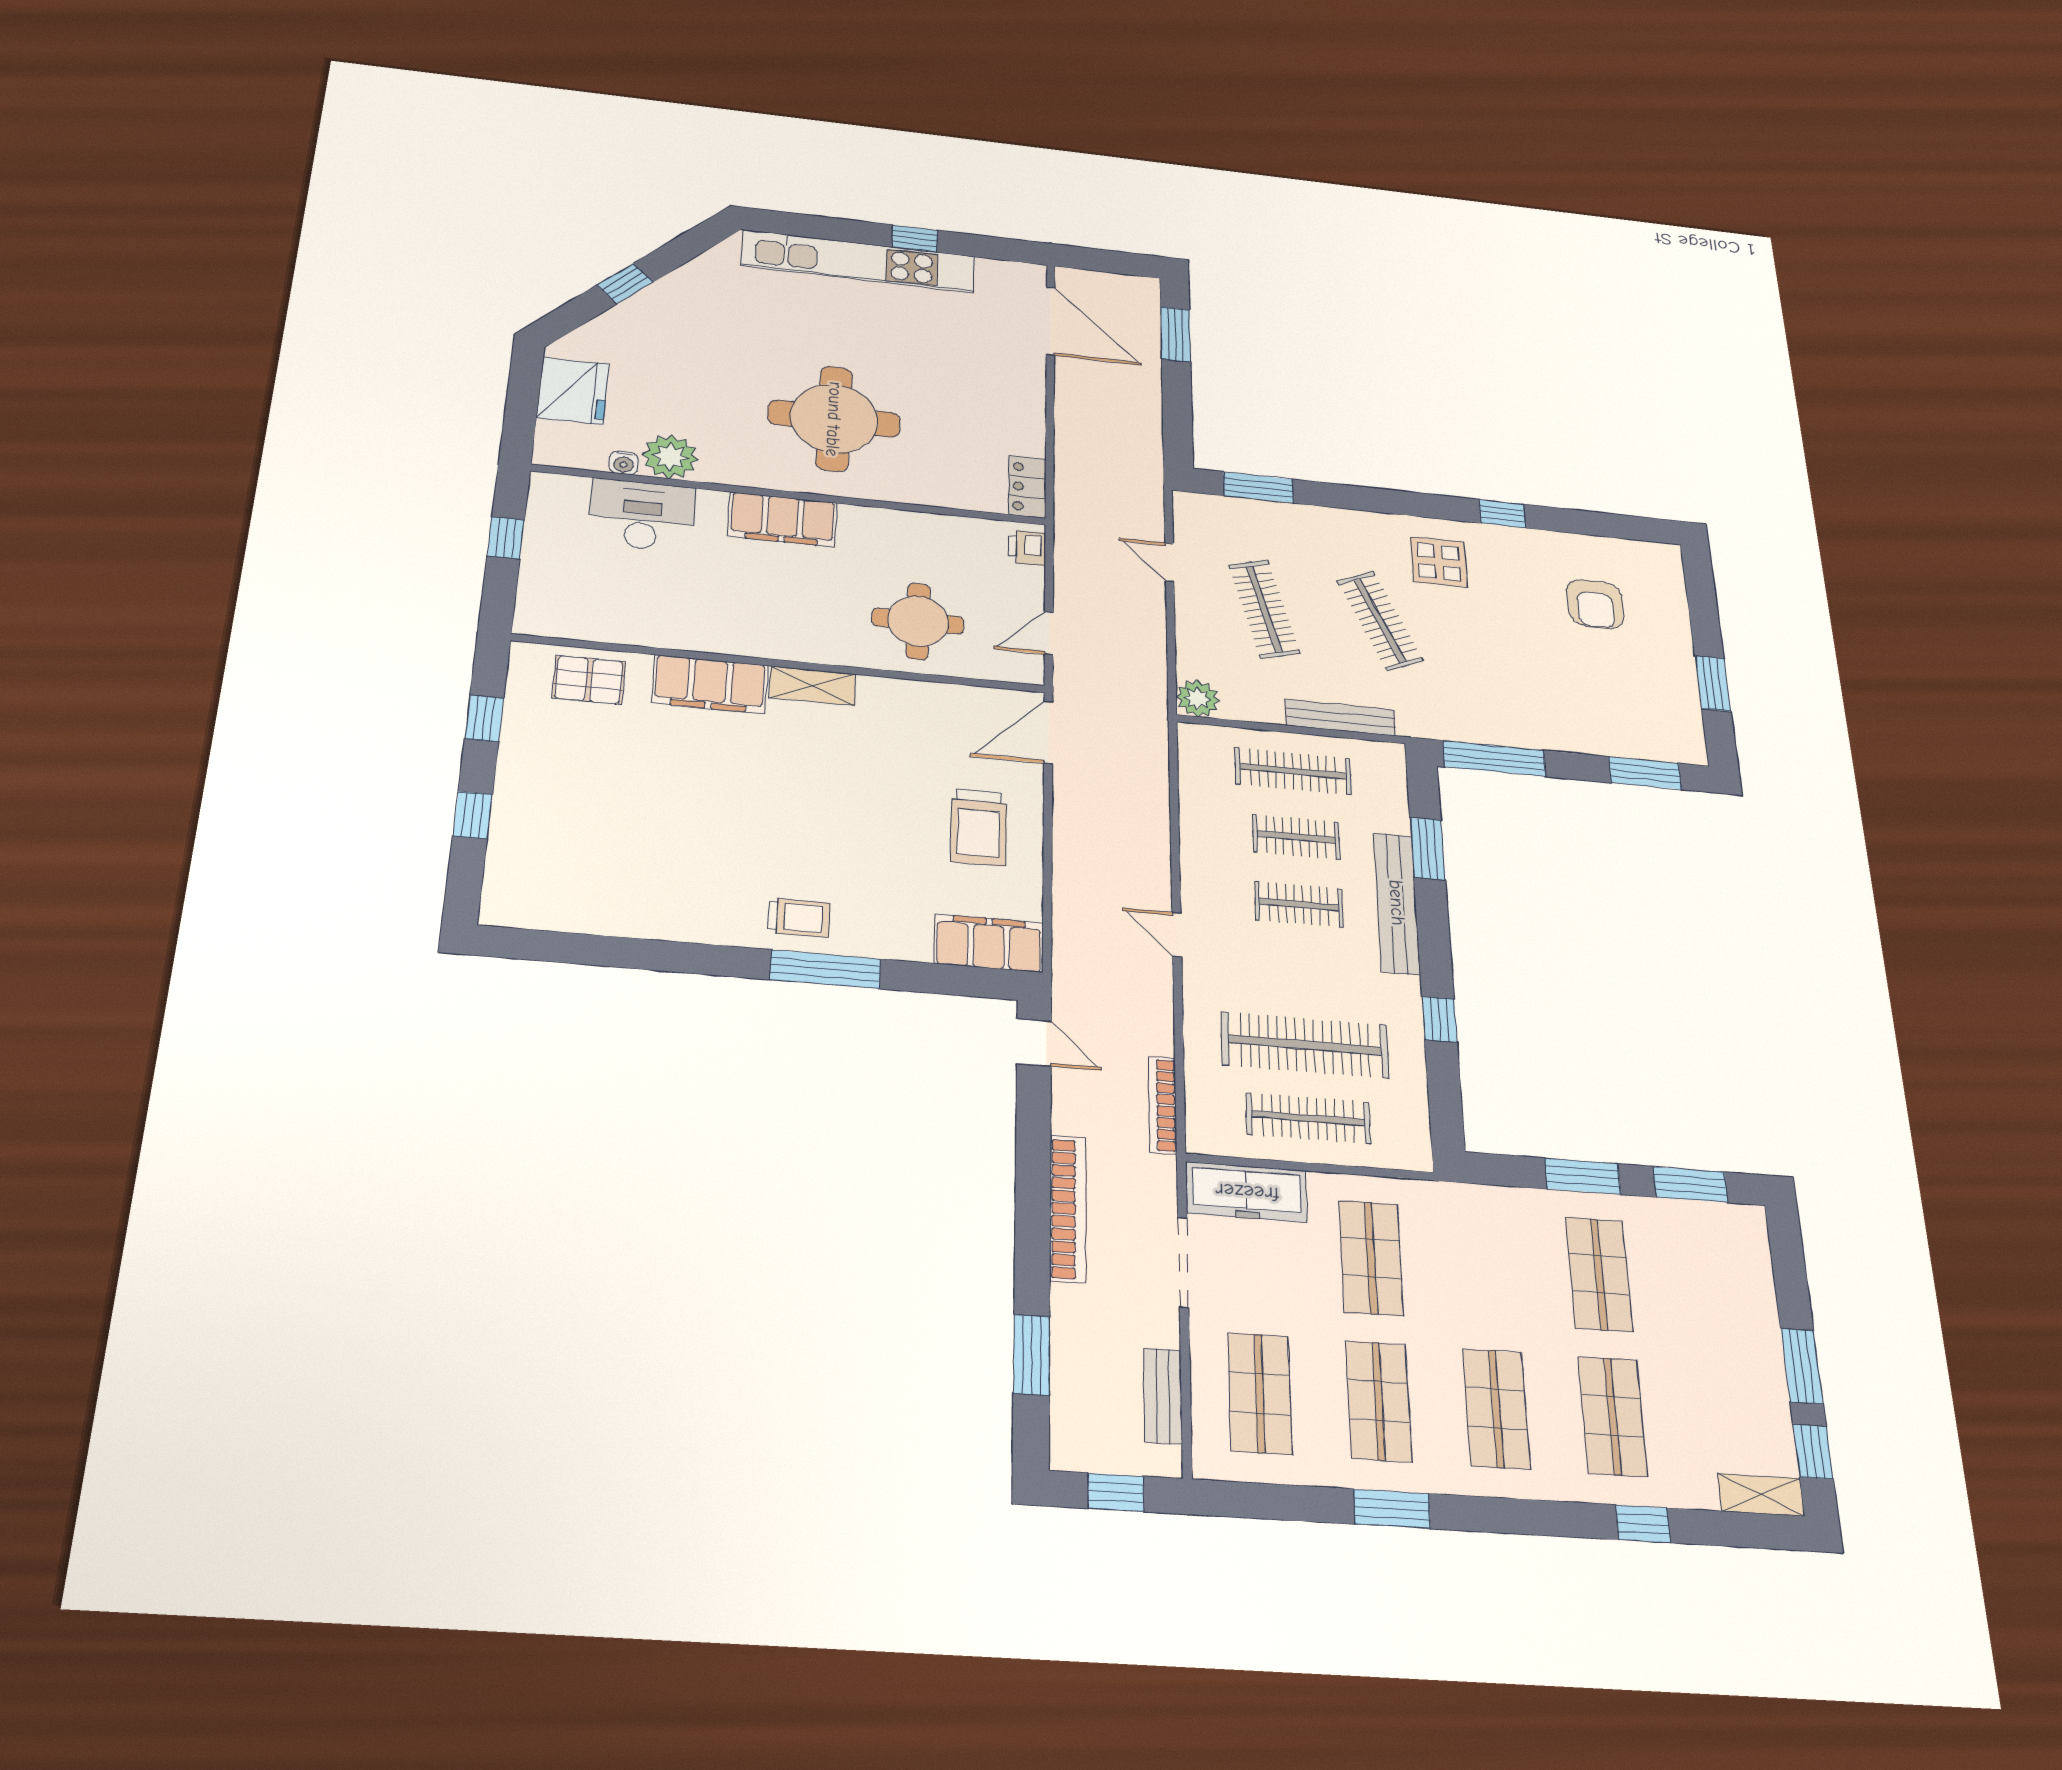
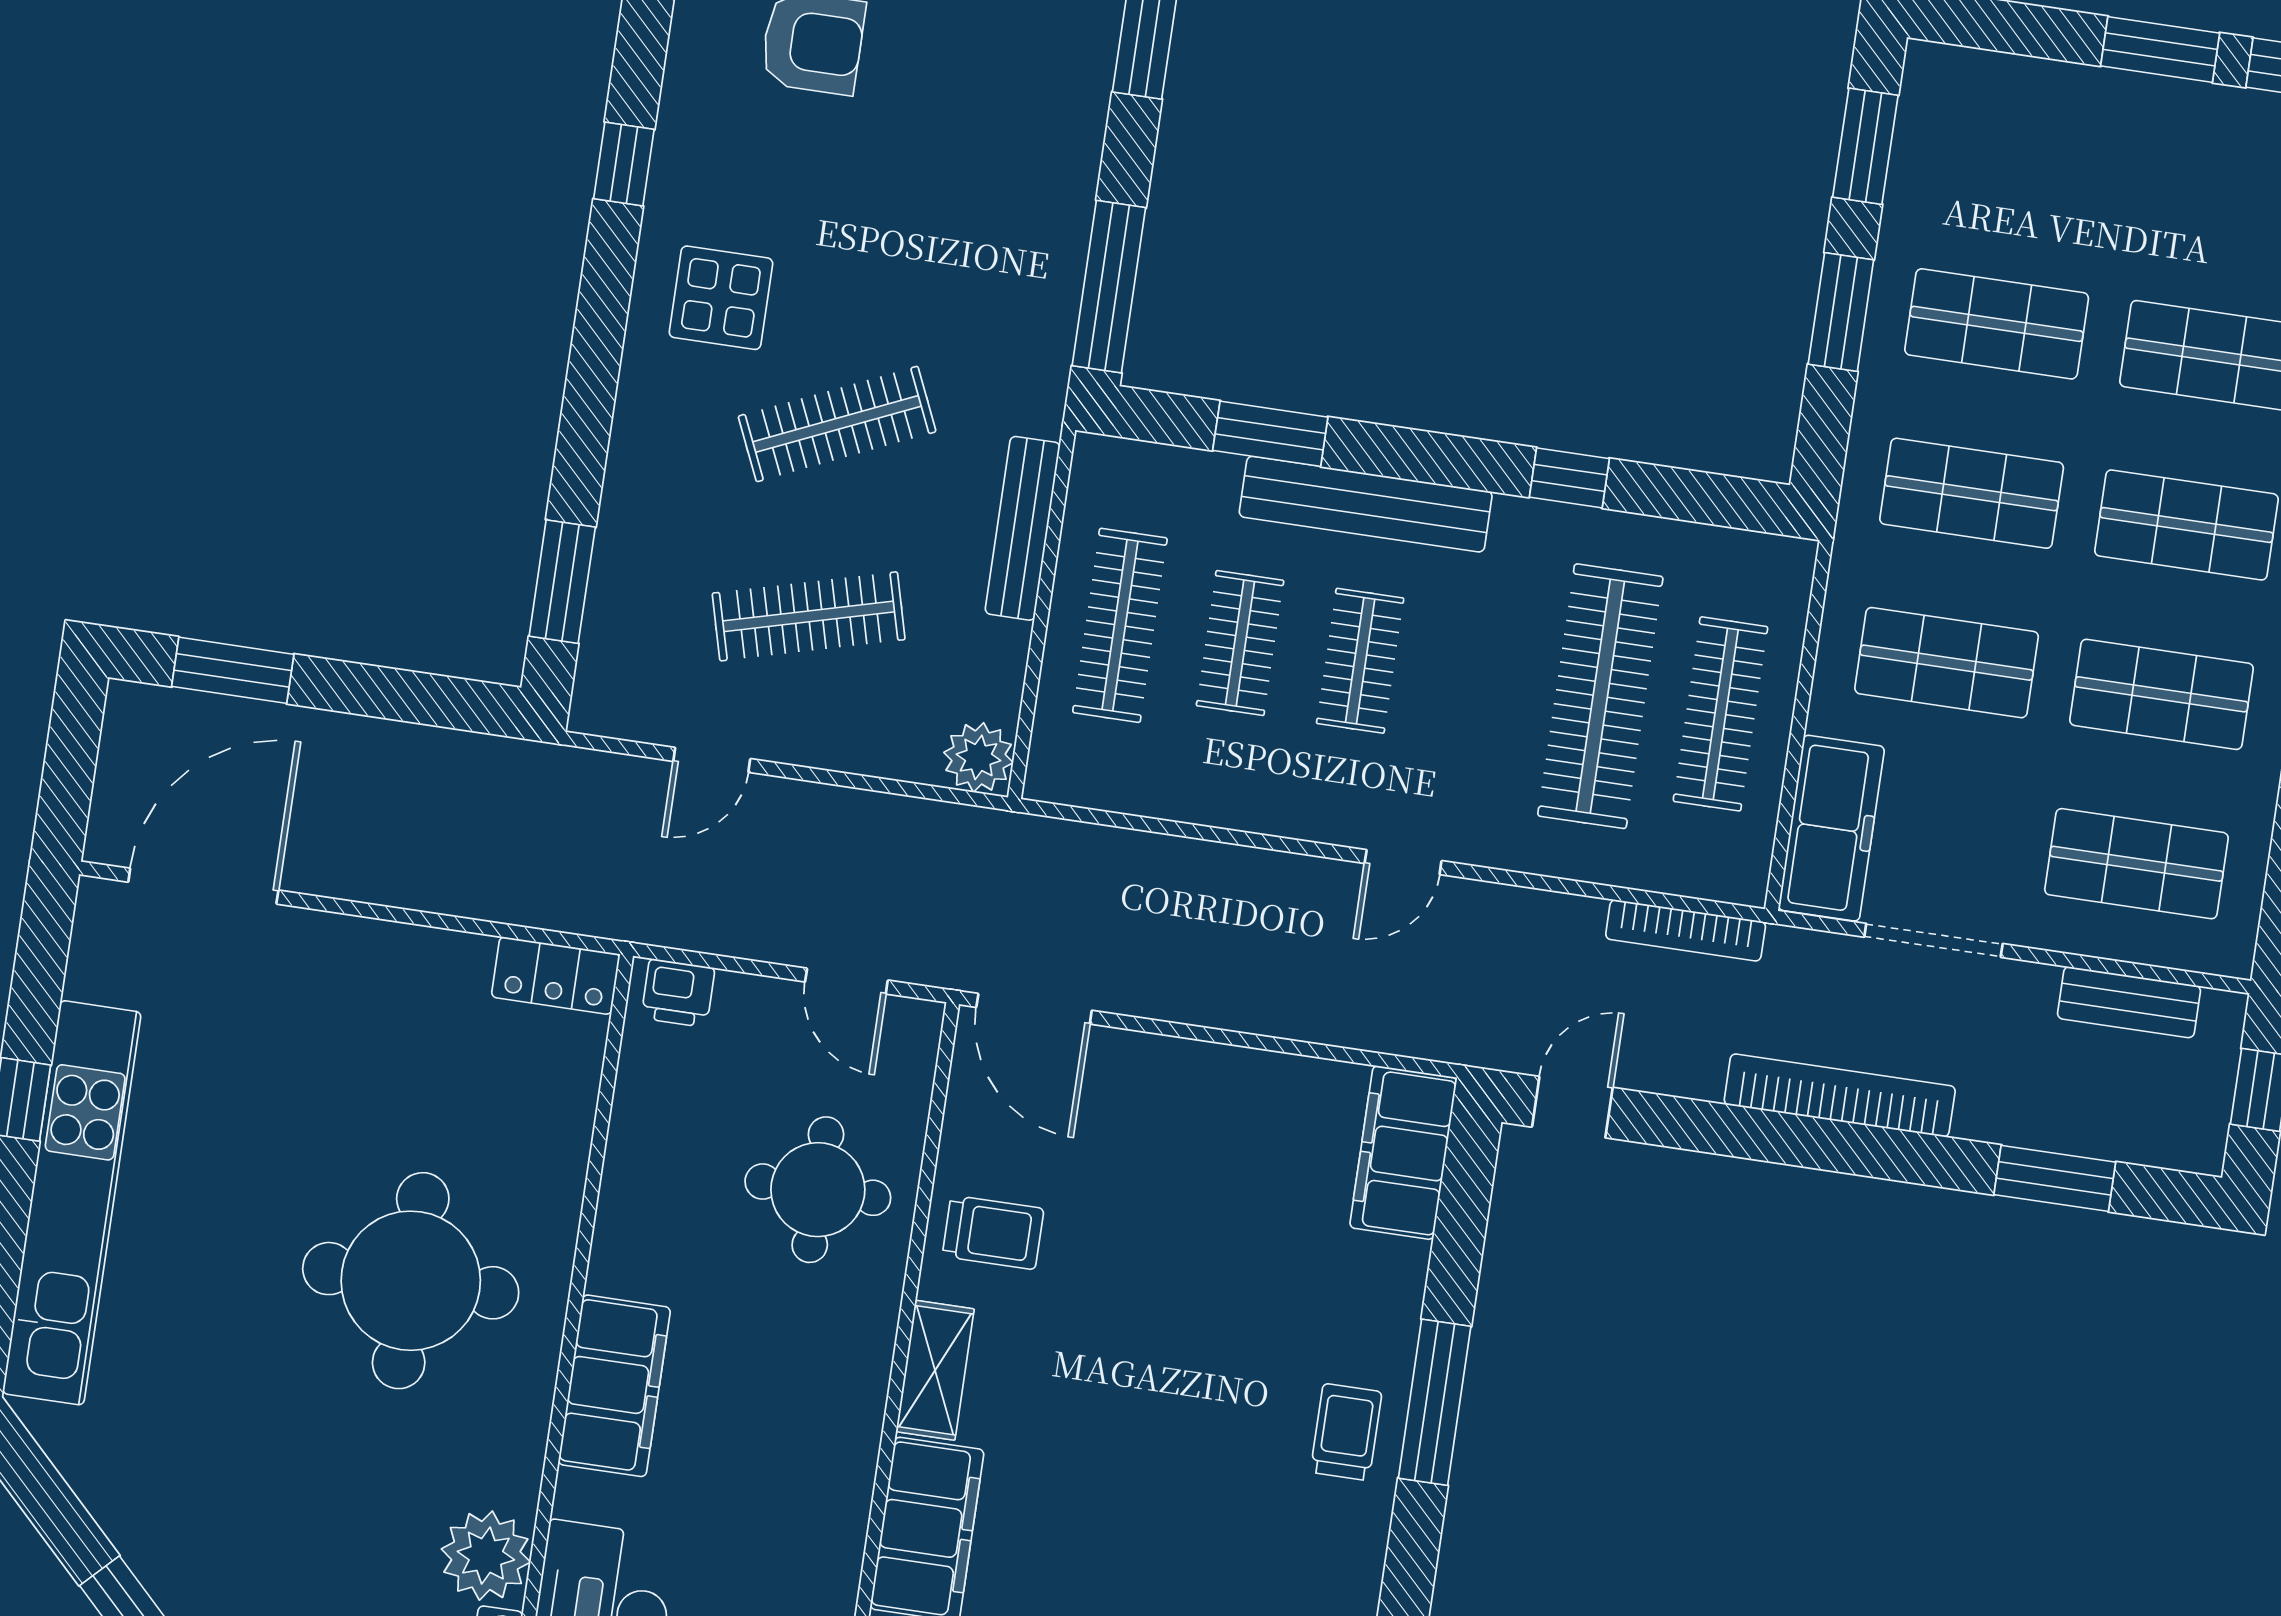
trolley: (978, 827) -> (993, 1232), moved, width x0.73, depth x0.72
shop shelf: (1486, 1266) -> (1972, 493), added

